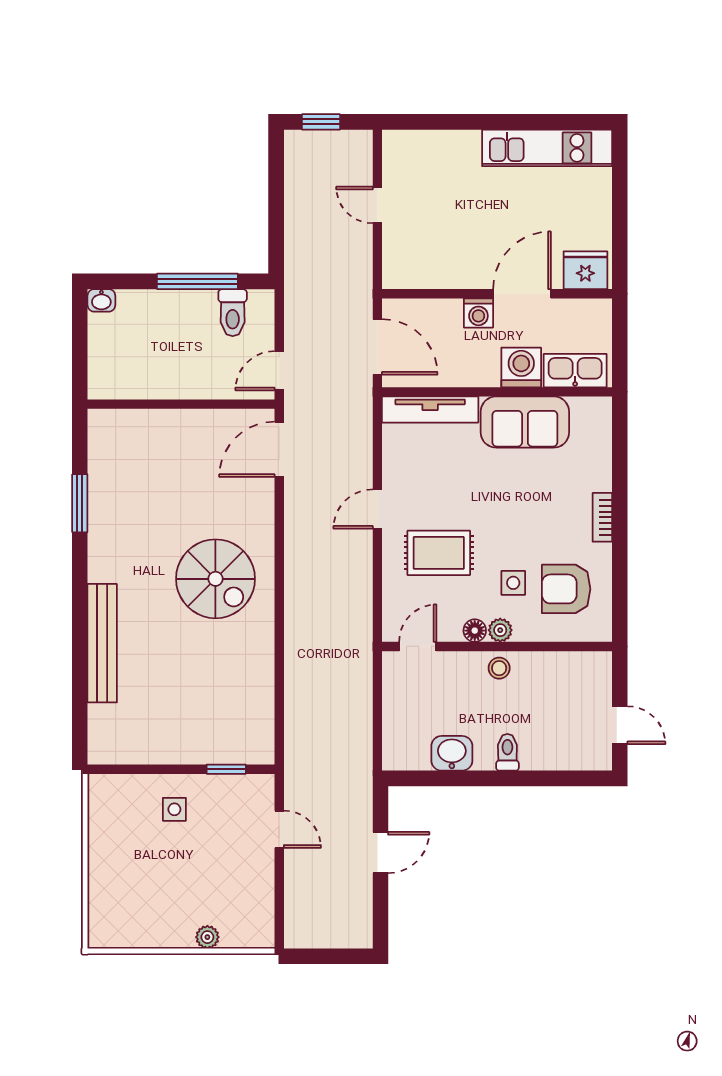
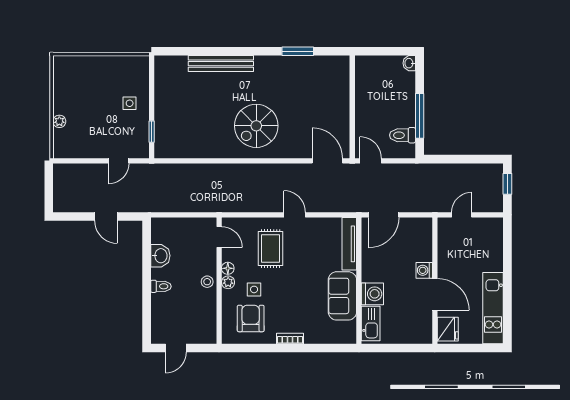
fridge: (585, 270) -> (448, 329), moved
wall: (497, 294) -> (435, 281), moved
door: (522, 294) -> (435, 294), moved
washing machine: (478, 313) -> (424, 270), moved

